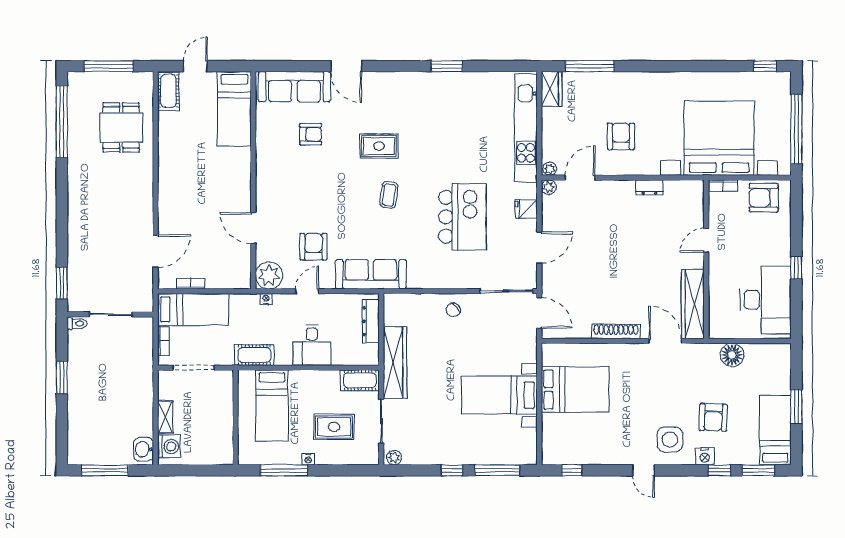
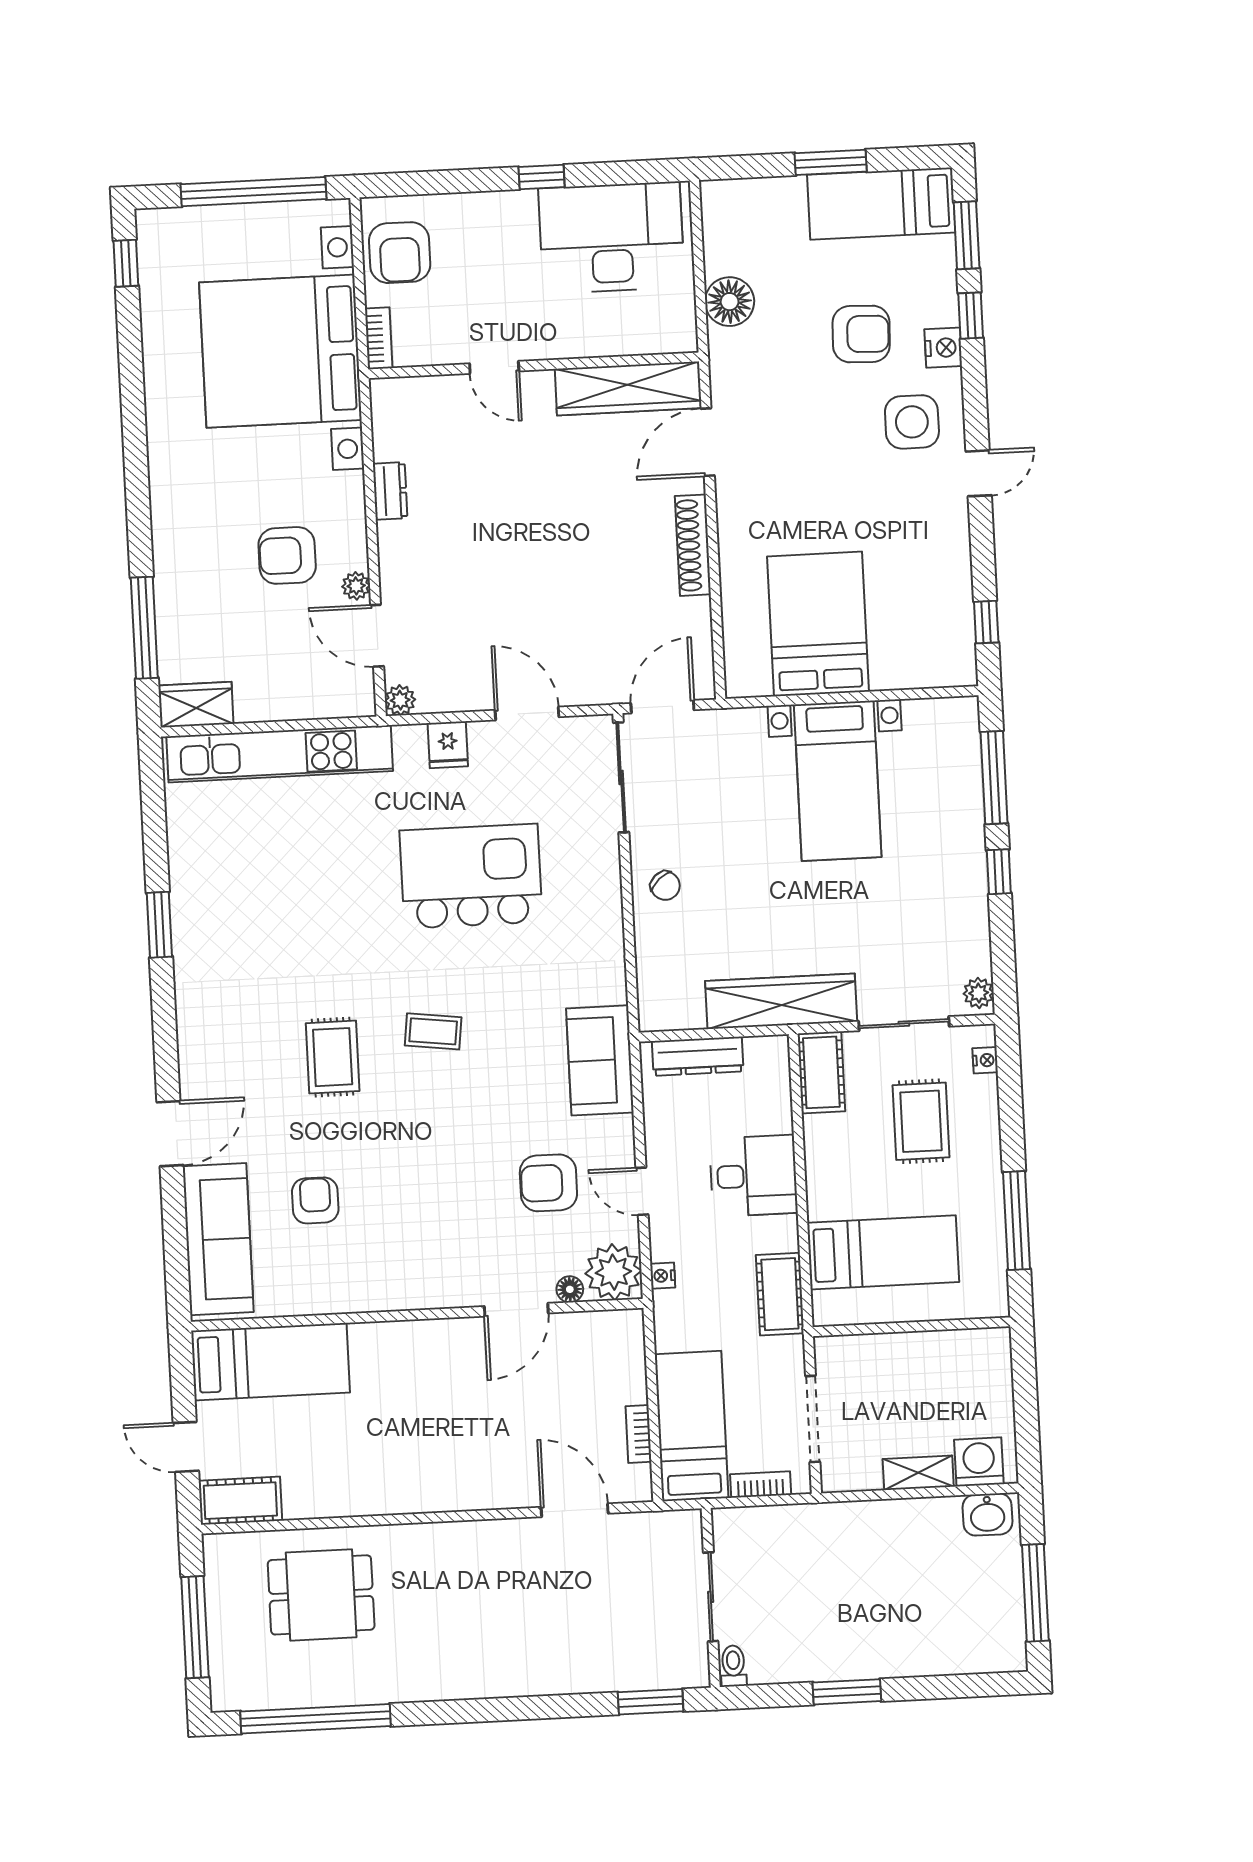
plant: (550, 169) -> (356, 586), moved
floor lamp: (262, 254) -> (570, 1289), added
sofa: (371, 274) -> (600, 1060), width x0.73
nightstand: (308, 459) -> (985, 1060), moved

